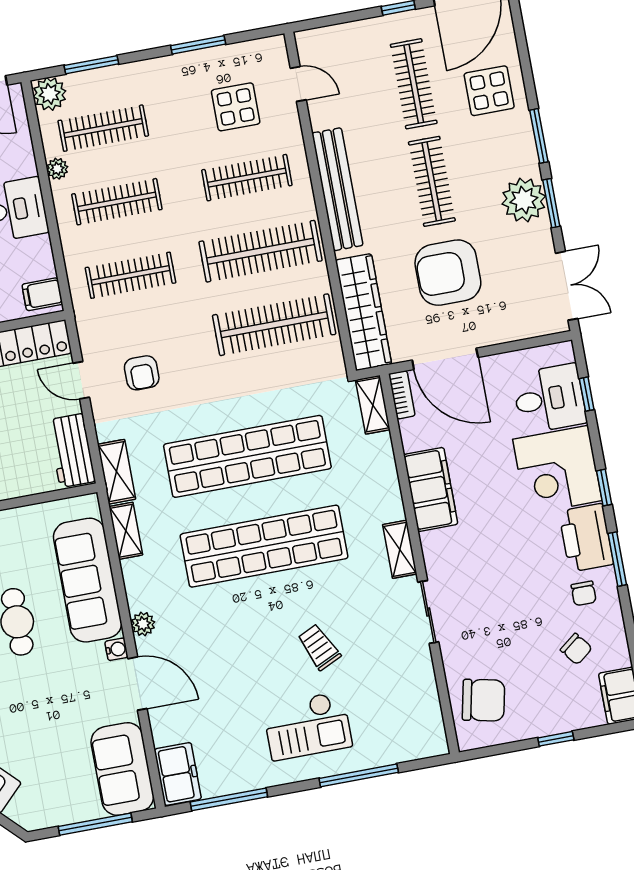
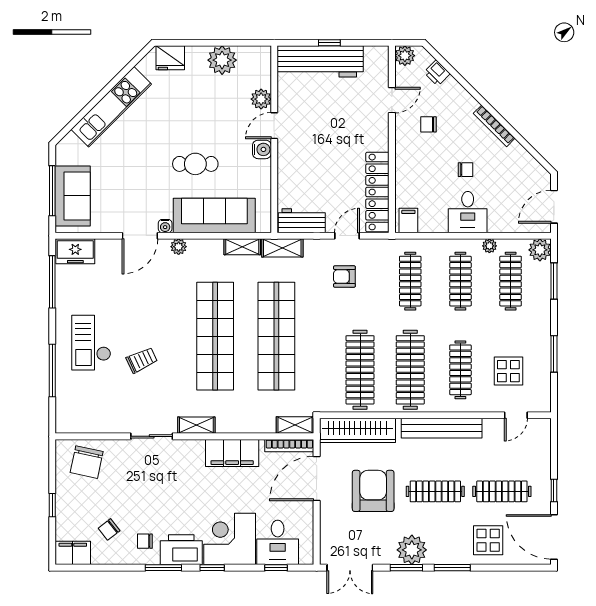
bookcase: (402, 395) -> (289, 446), width x1.56
sofa: (122, 769) -> (73, 196), moved, turned 90

